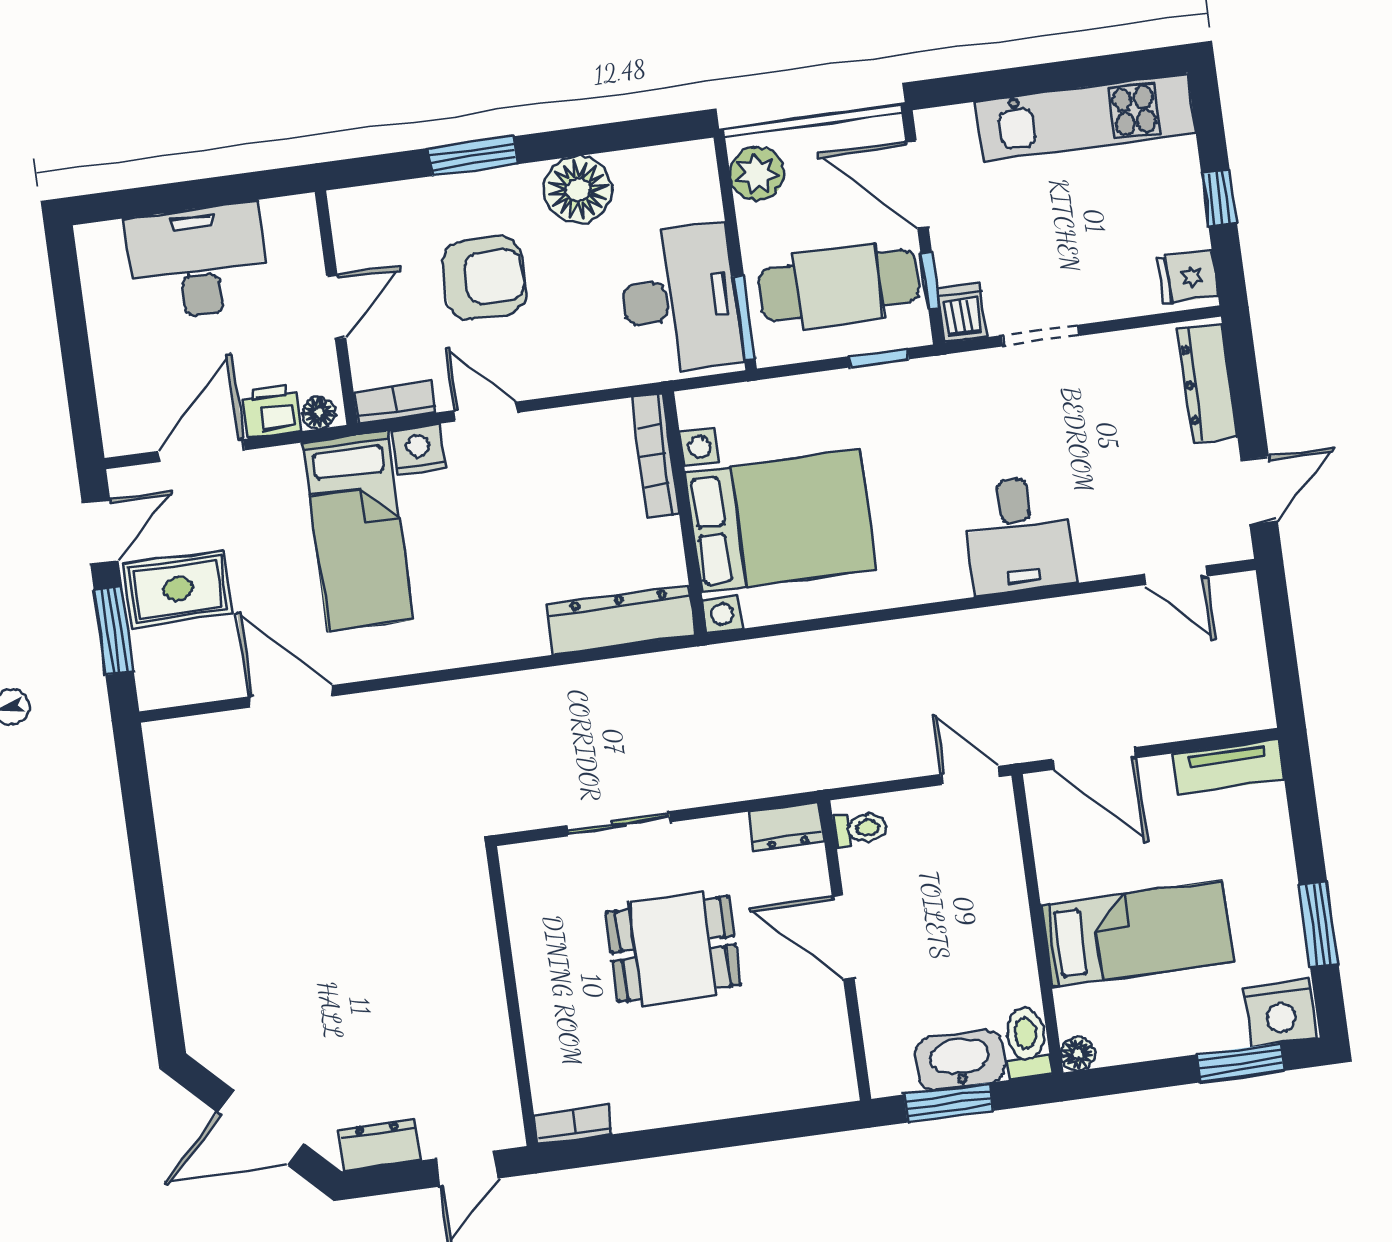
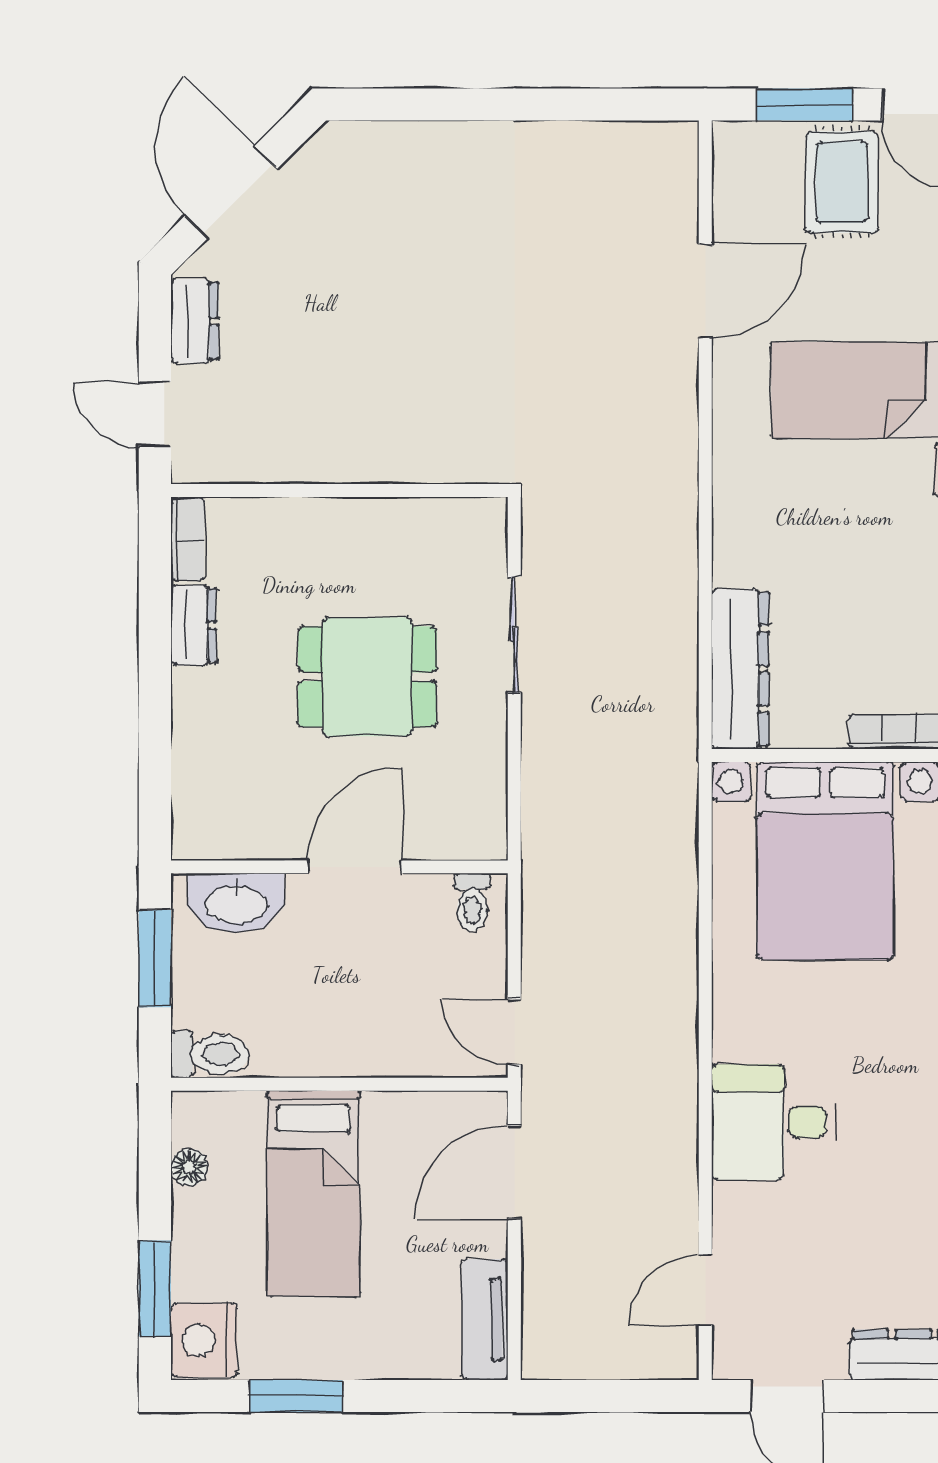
door: (970, 776) -> (514, 1032), swing flipped
dresser: (786, 827) -> (193, 625), moved, turned 180
dining table: (673, 949) -> (367, 677), turned 90
floor lamp: (1078, 1054) -> (189, 1167), moved
washbasin: (960, 1060) -> (236, 903), moved, turned 90

